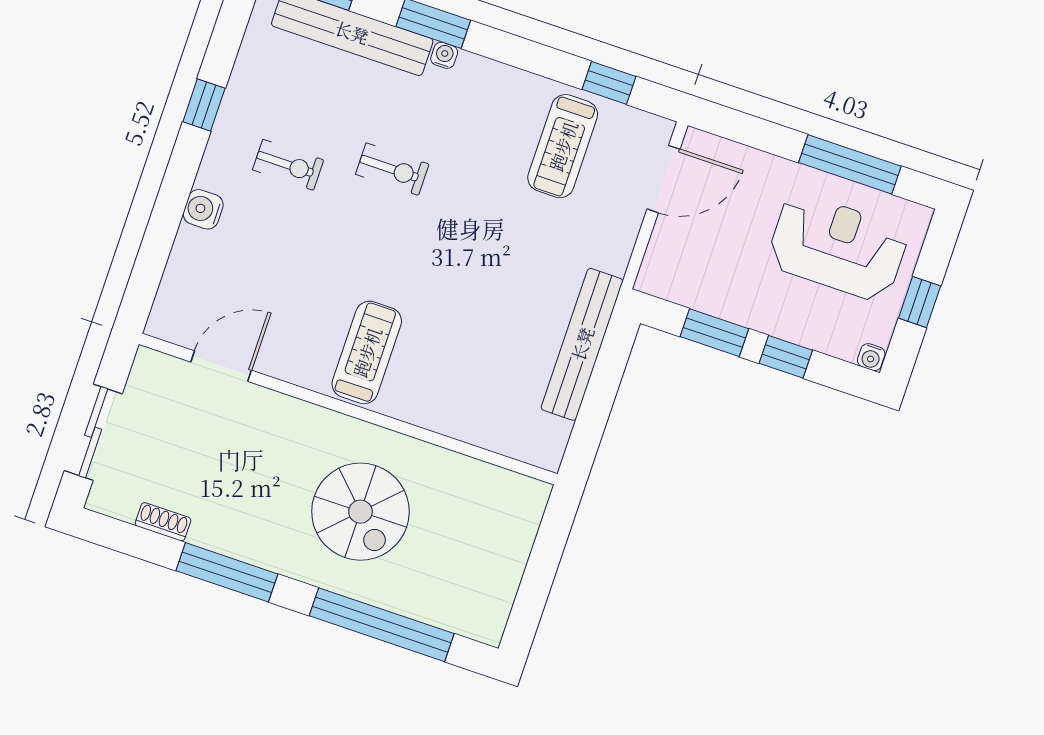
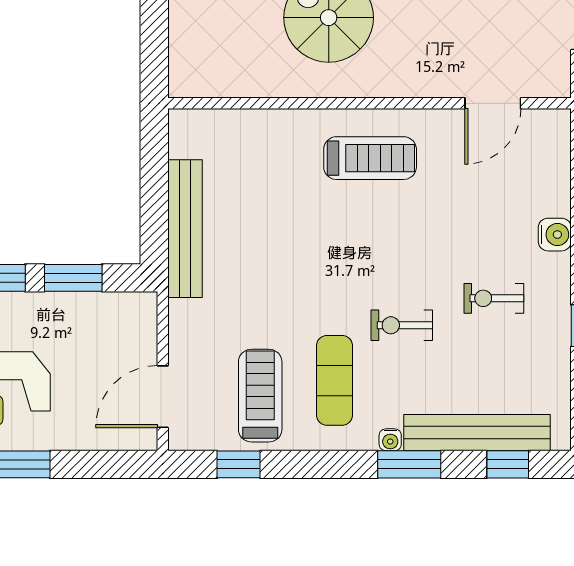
exercise mat: (481, 136) -> (335, 380), added
treadmill: (367, 352) -> (370, 158), turned -90

